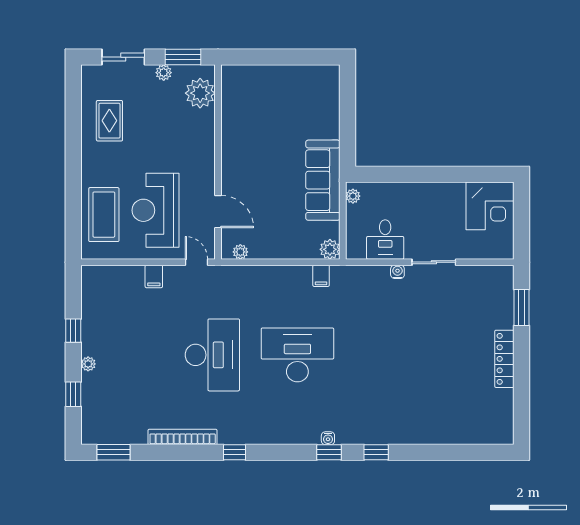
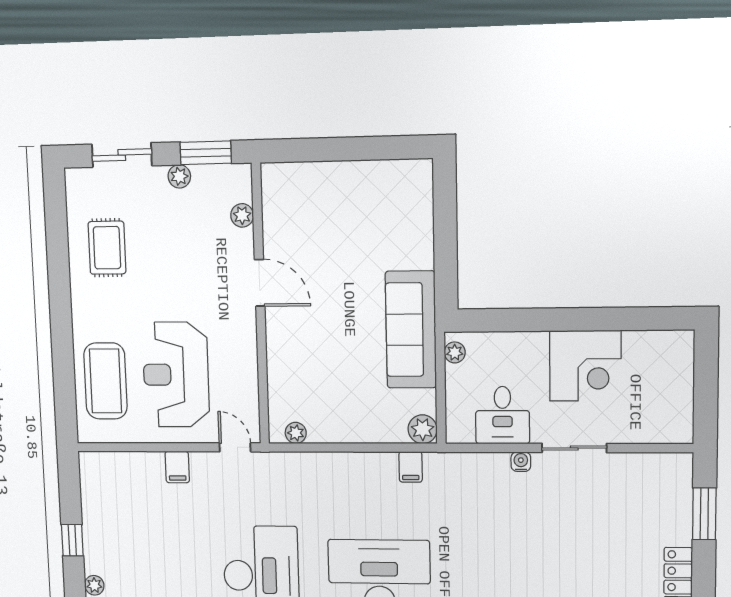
plant: (200, 93) -> (242, 215), width x0.53, depth x0.53
corner desk: (490, 206) -> (585, 366), moved
door: (218, 212) -> (260, 283), moved

